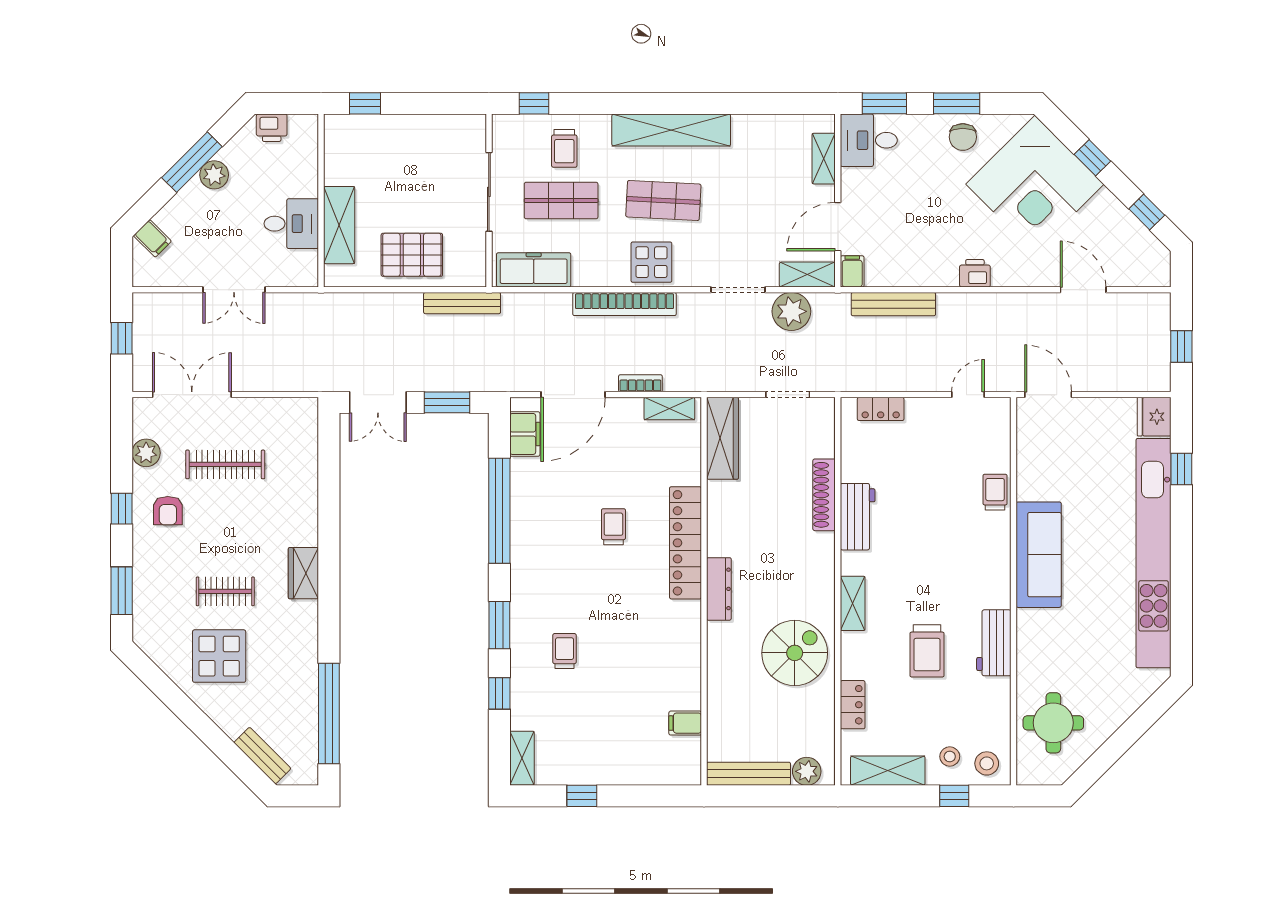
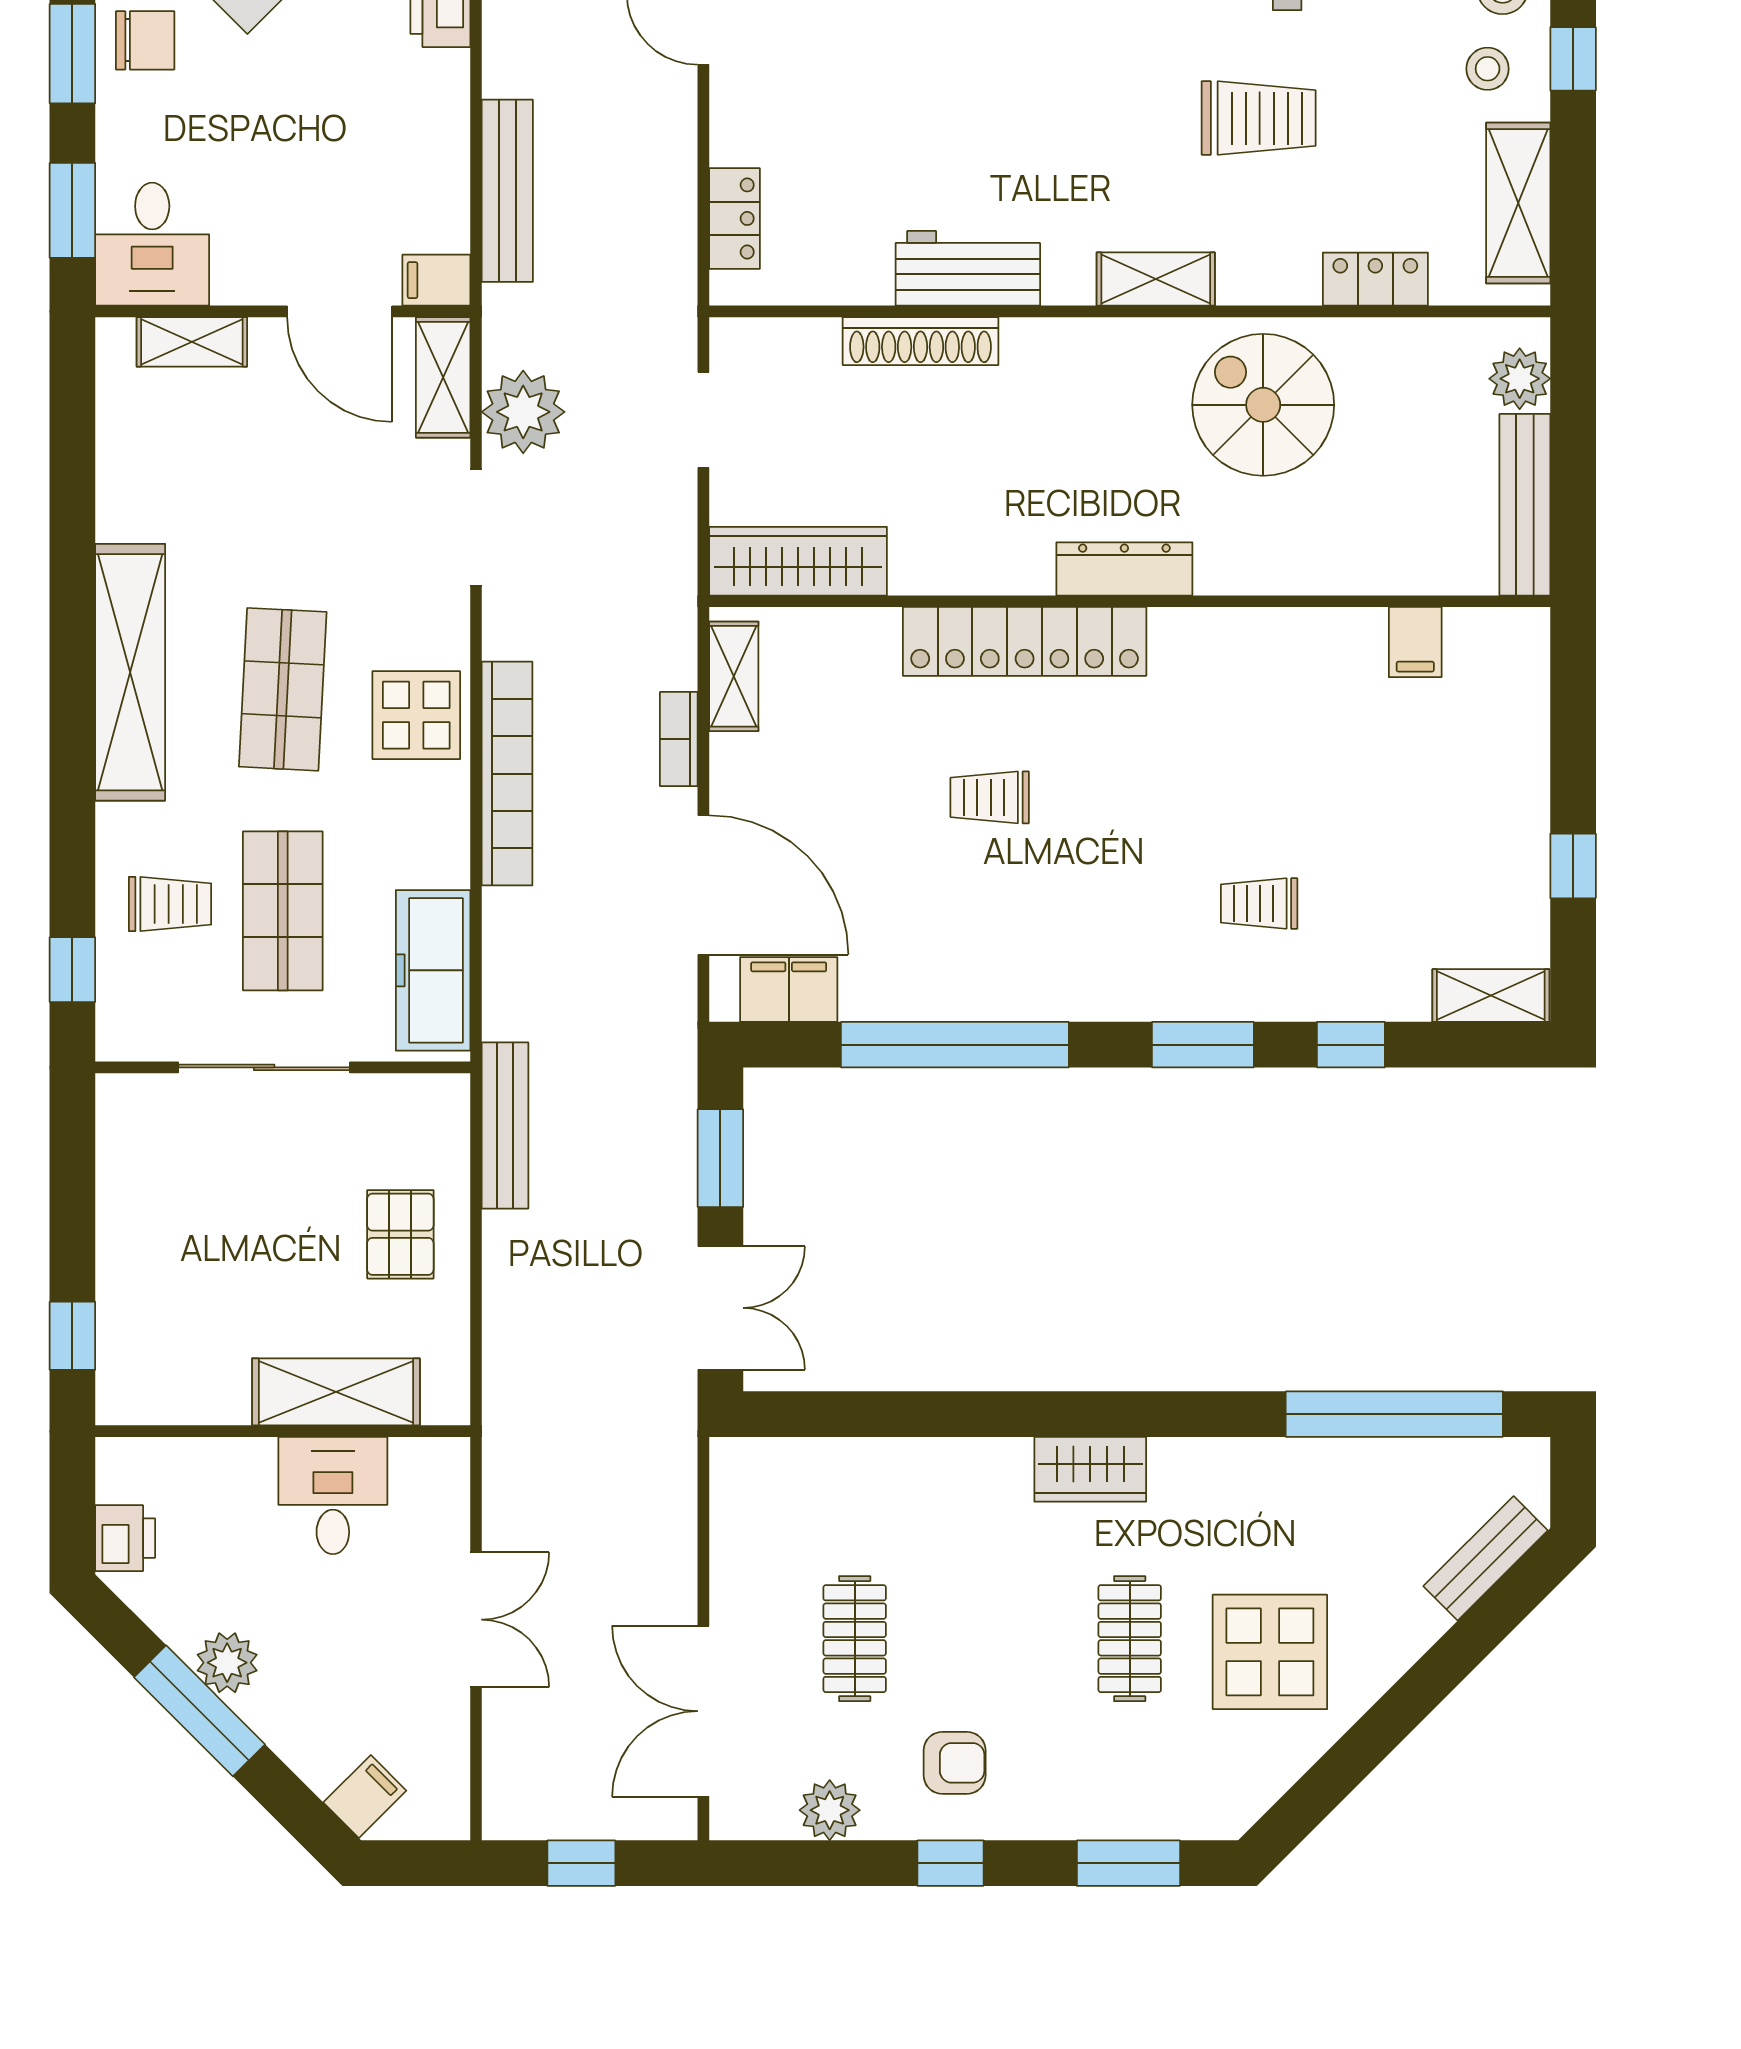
pallet: (412, 255) -> (400, 1234), width x0.67, depth x0.71
clothes rail: (225, 464) -> (855, 1639), width x0.73

